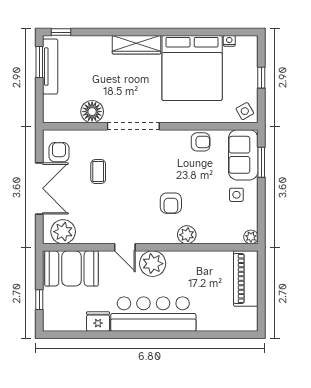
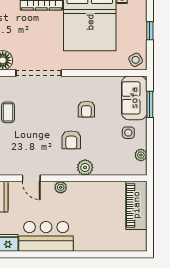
armchair: (201, 142) -> (86, 109), moved, turned 90
plant: (251, 237) -> (141, 155), moved
plant: (153, 264) -> (61, 187), width x0.53, depth x0.53
bar counter: (153, 314) -> (46, 236), width x0.73

